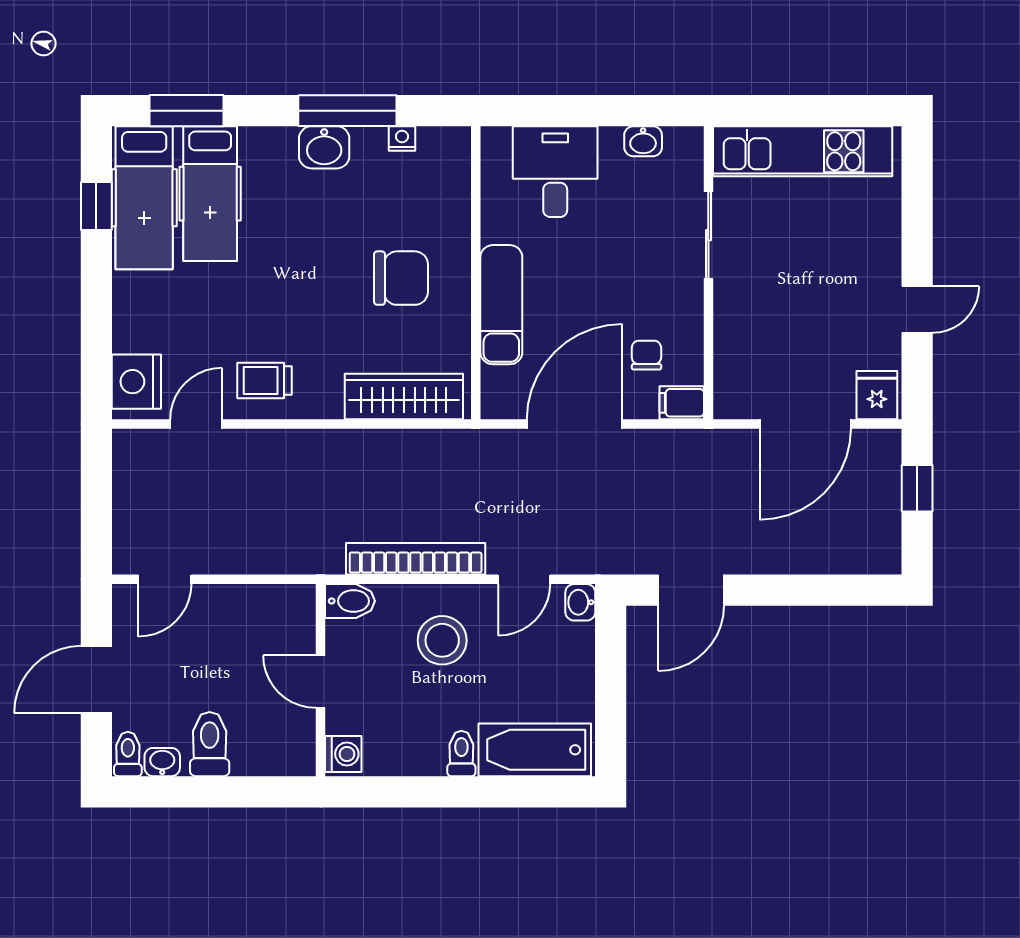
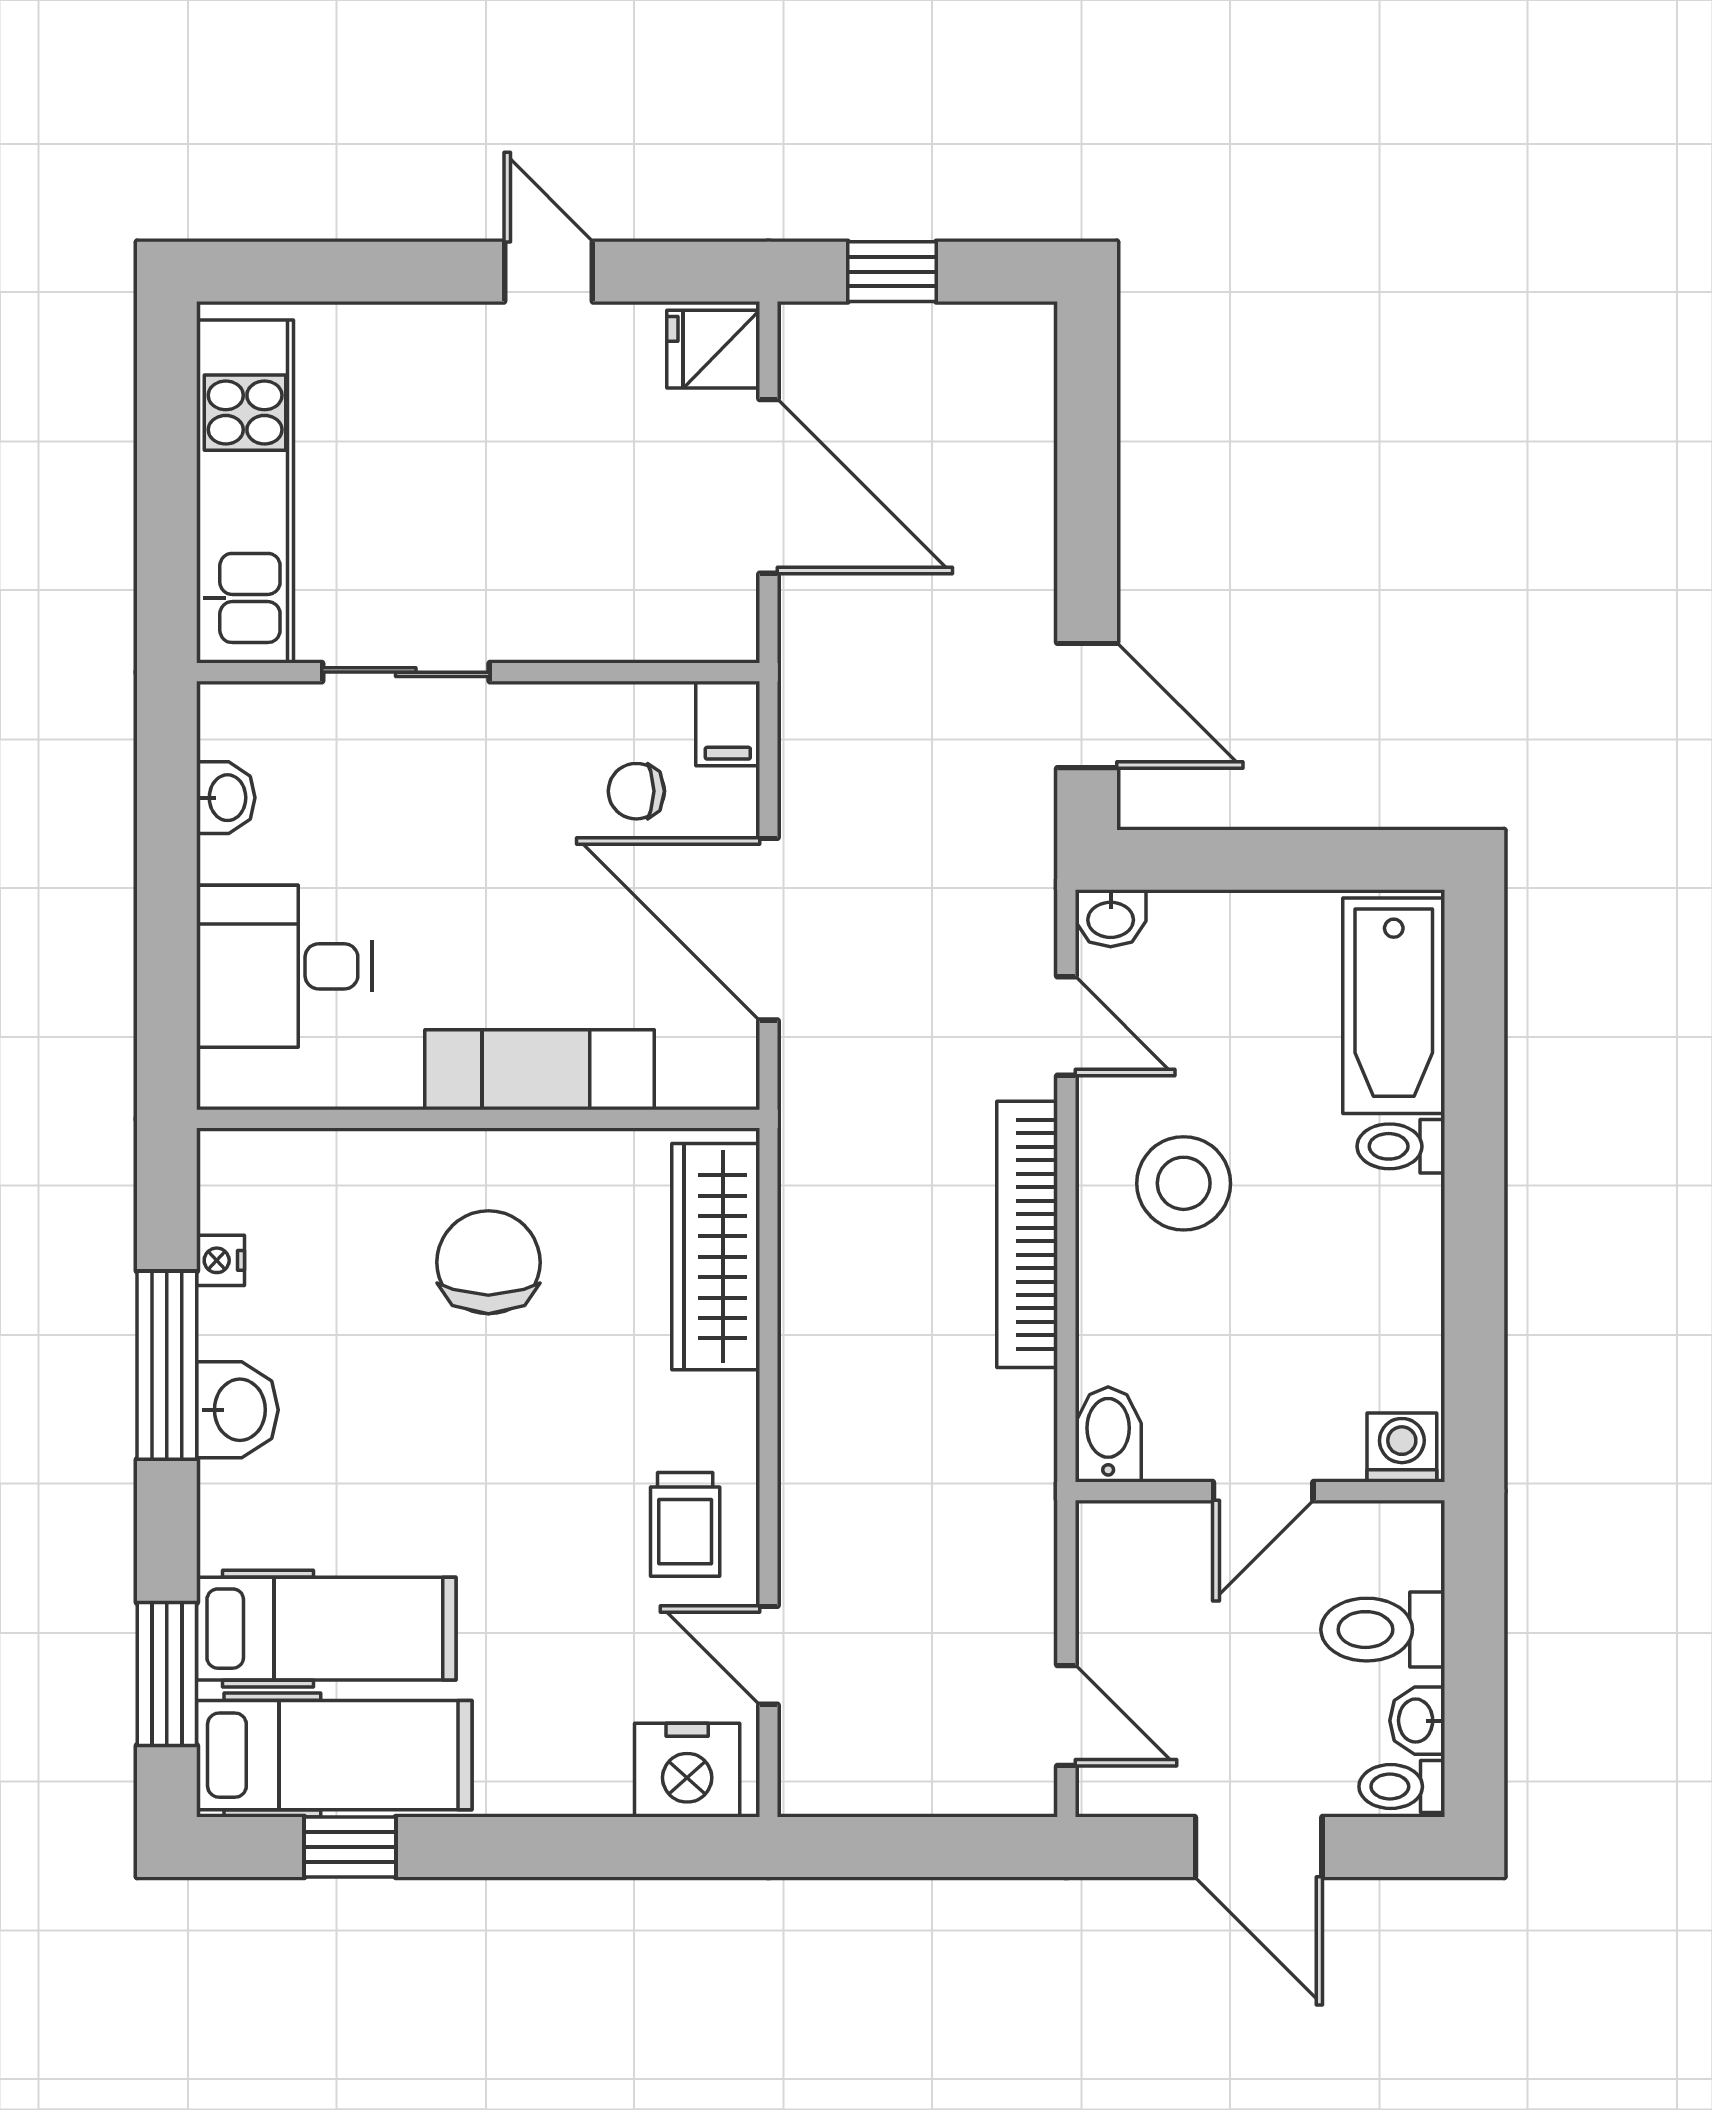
bidet: (350, 601) -> (1108, 1435), moved
wall: (321, 680) -> (1260, 1491), moved
door: (321, 682) -> (1263, 1491), moved
washing machine: (343, 754) -> (1402, 1447), moved

